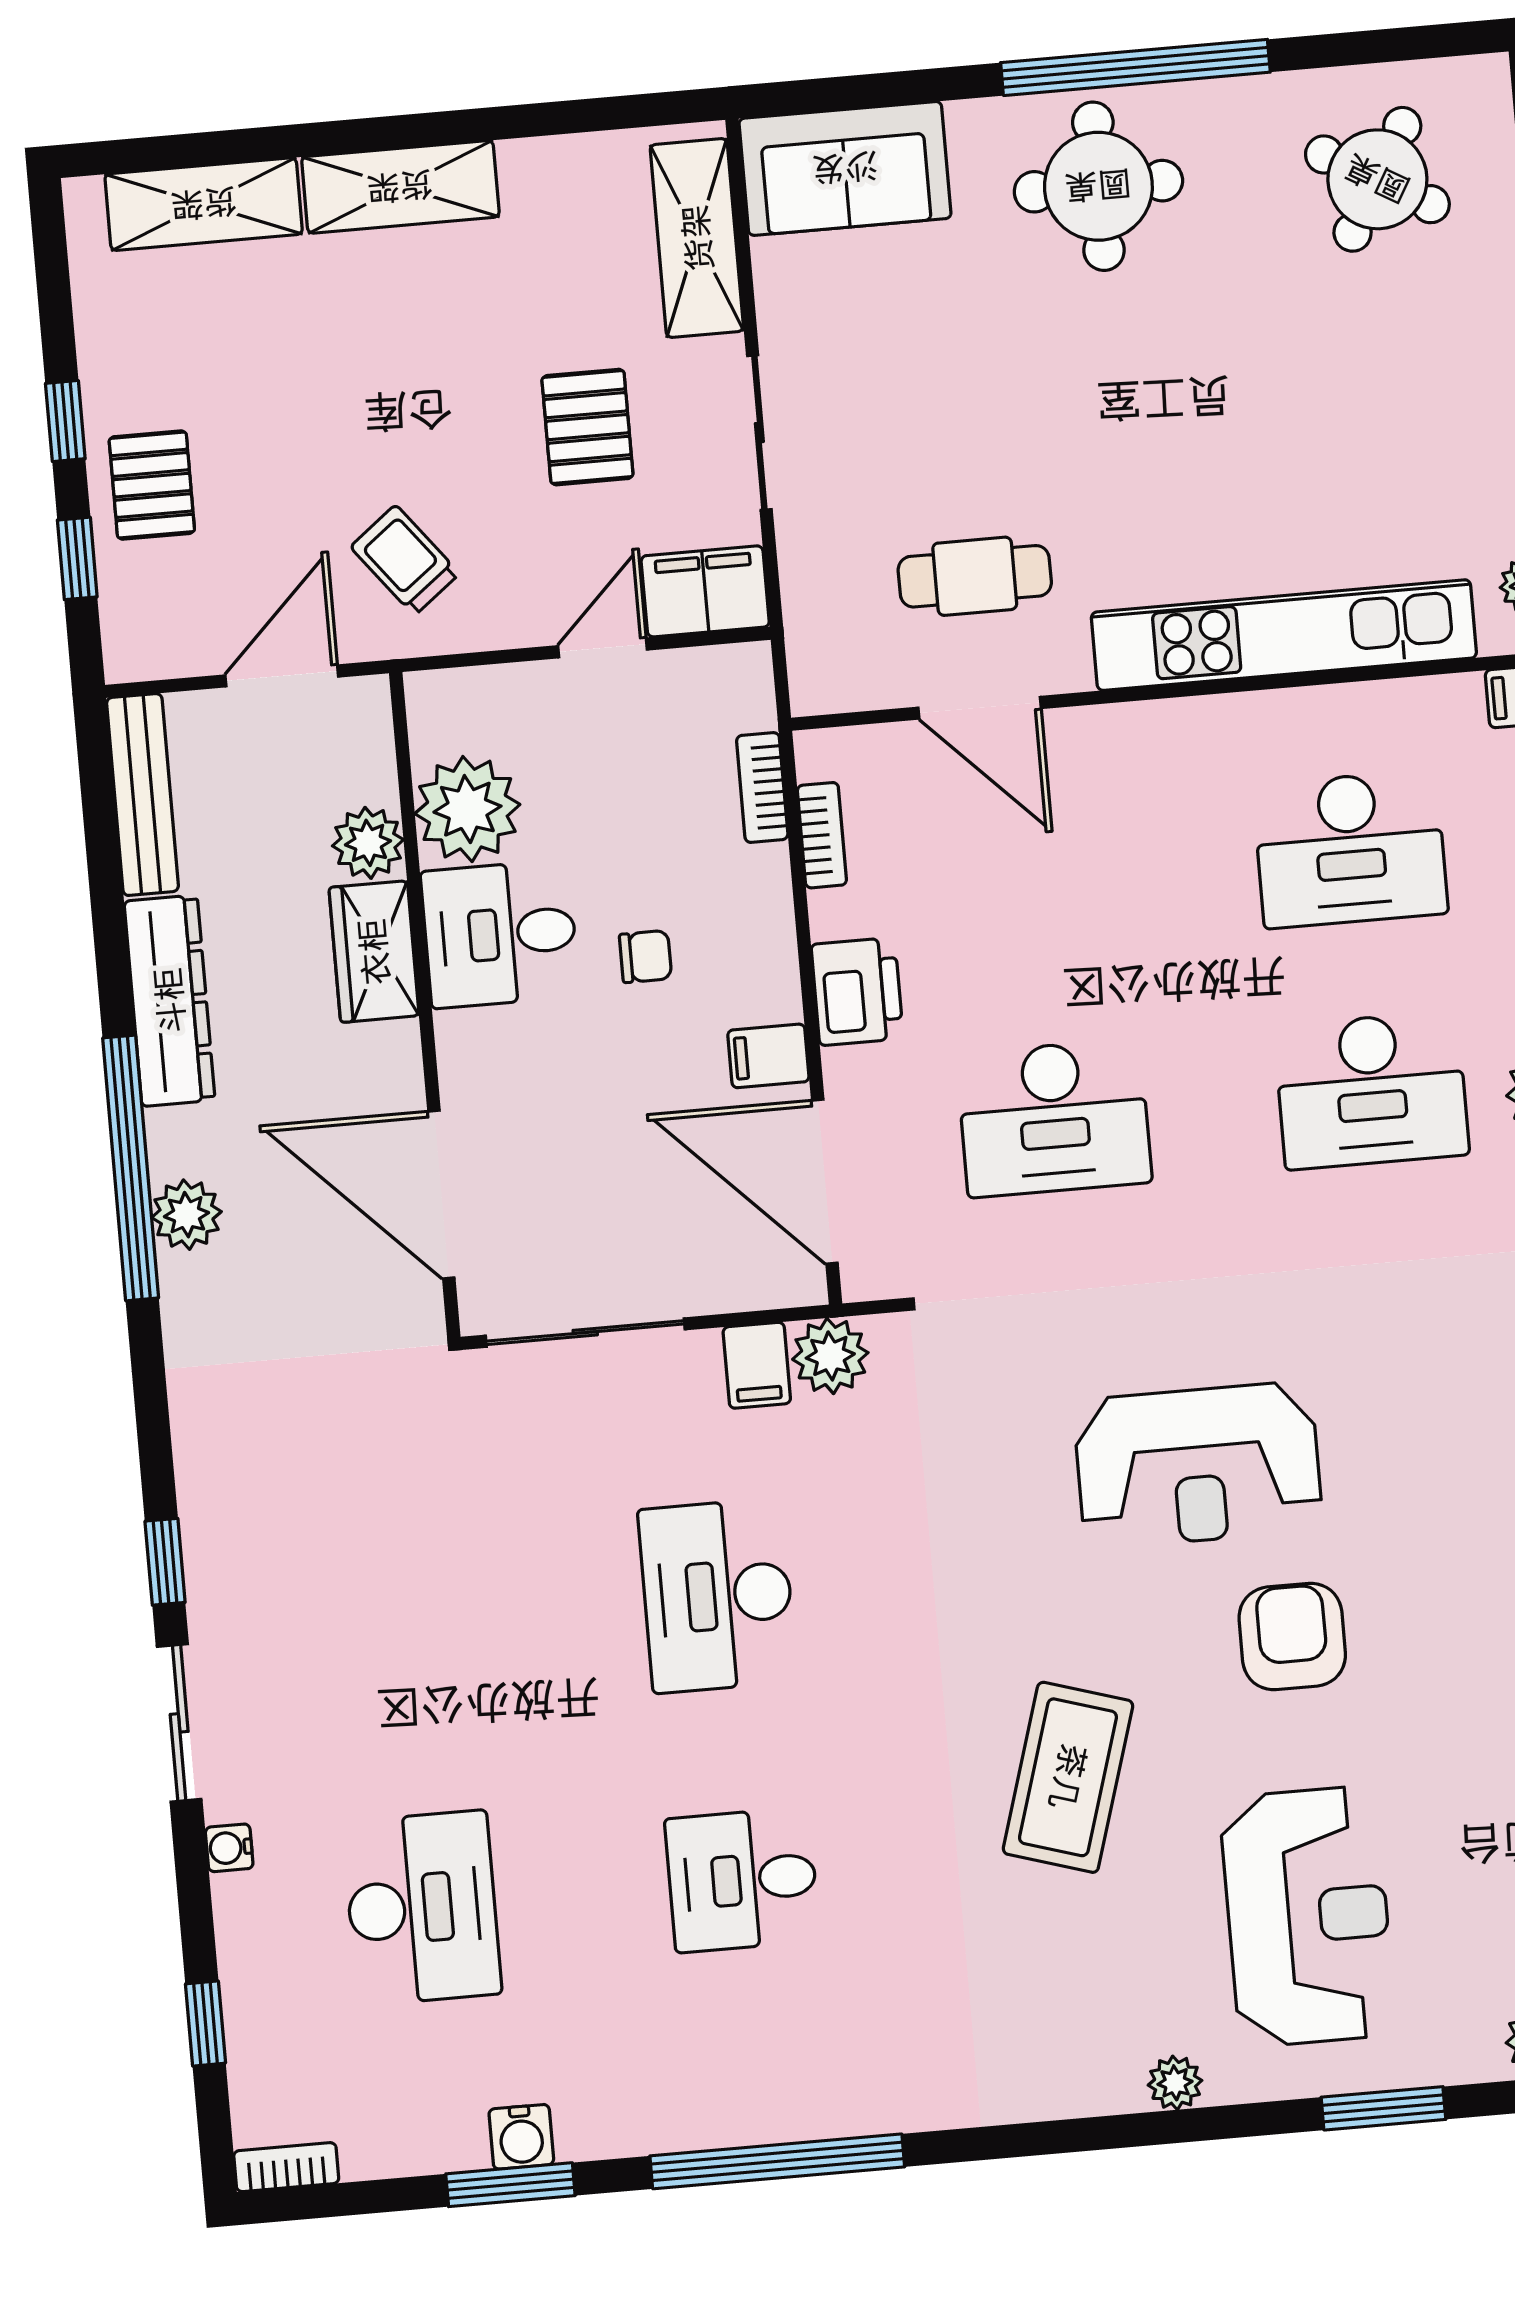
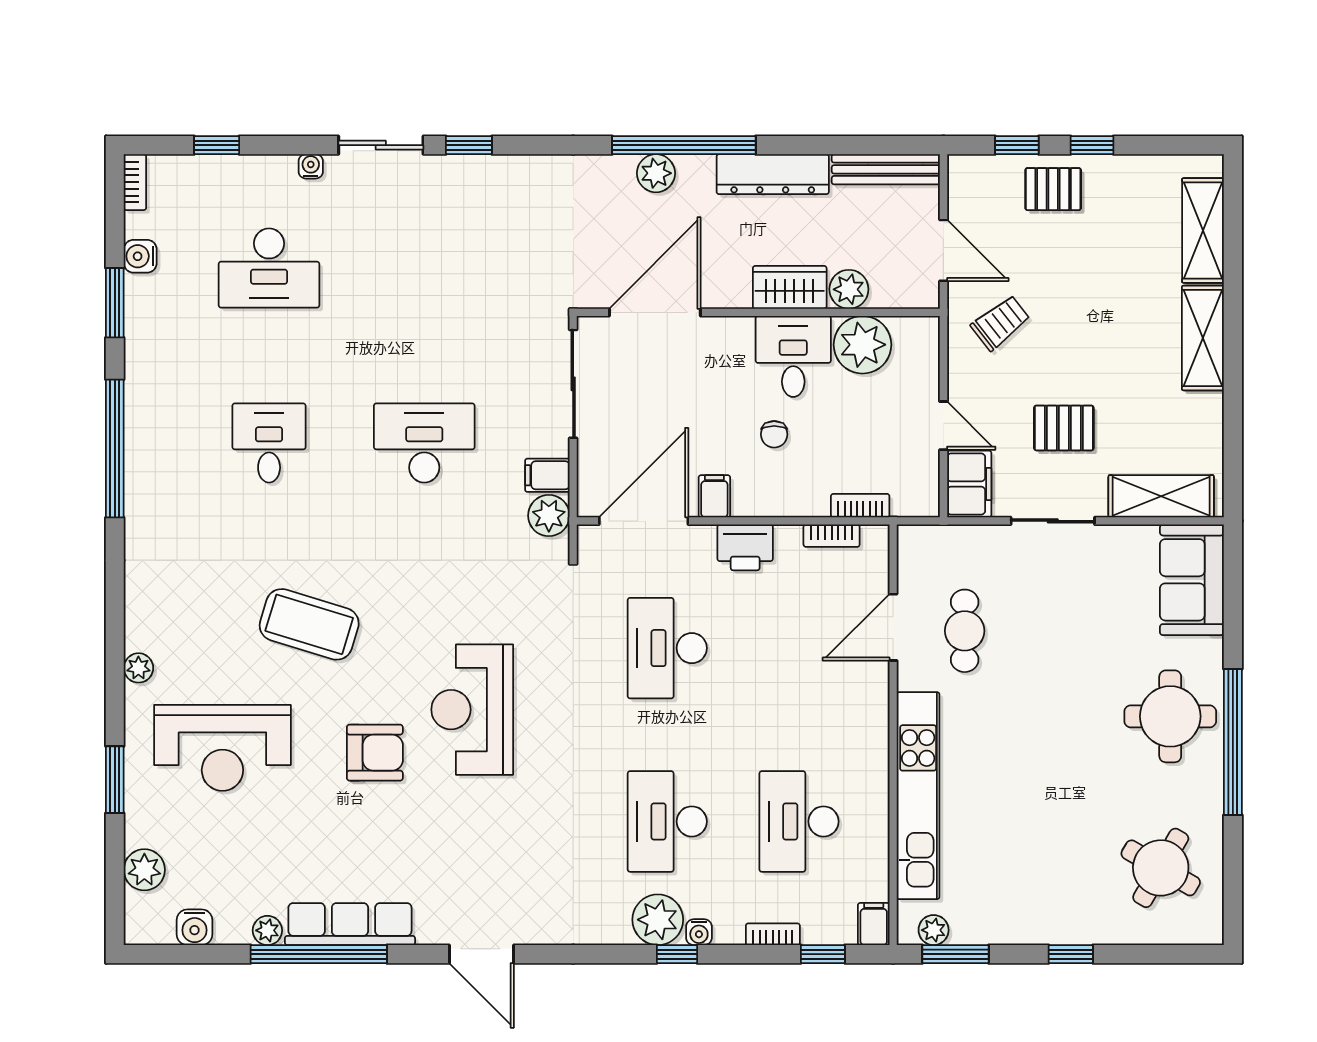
water cooler: (521, 2137) -> (140, 256), moved

